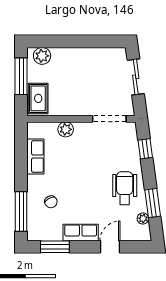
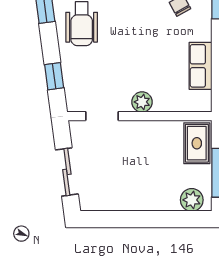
doorway: (109, 119) -> (102, 116), width x0.73
plant: (66, 129) -> (142, 102), moved

